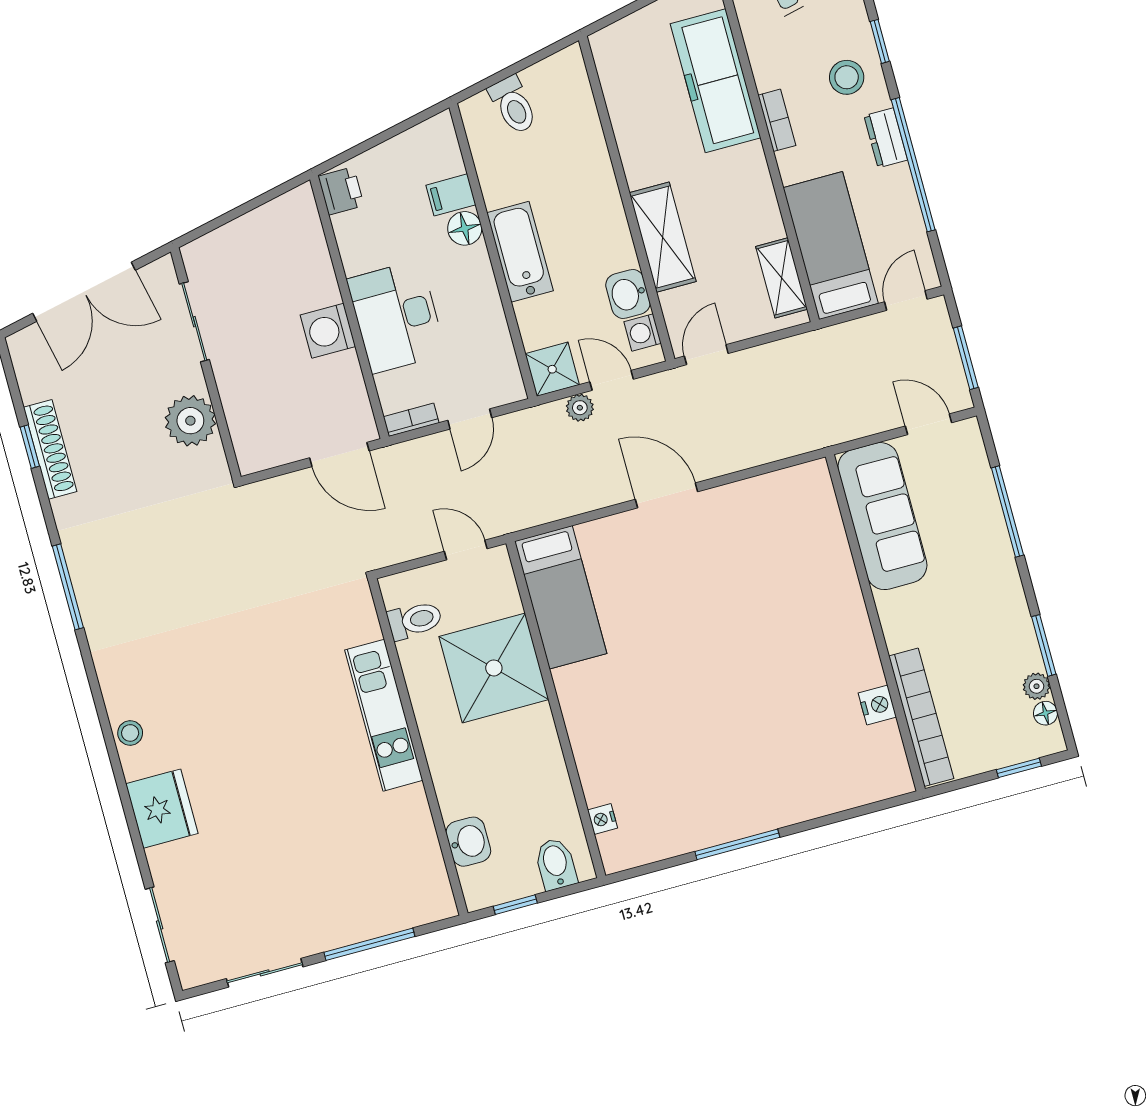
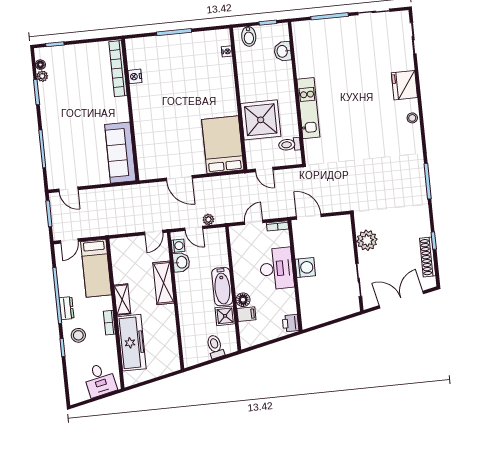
shelving: (781, 278) -> (122, 300), moved
shower: (552, 369) -> (225, 316), moved
shoe rack: (50, 449) -> (428, 257), moved
sofa: (882, 516) -> (120, 153), moved
bed: (561, 597) -> (223, 145), width x1.50
wall: (875, 623) -> (130, 110), moved
nightstand: (877, 705) -> (135, 76), moved
bookcase: (921, 717) -> (118, 69), moved

